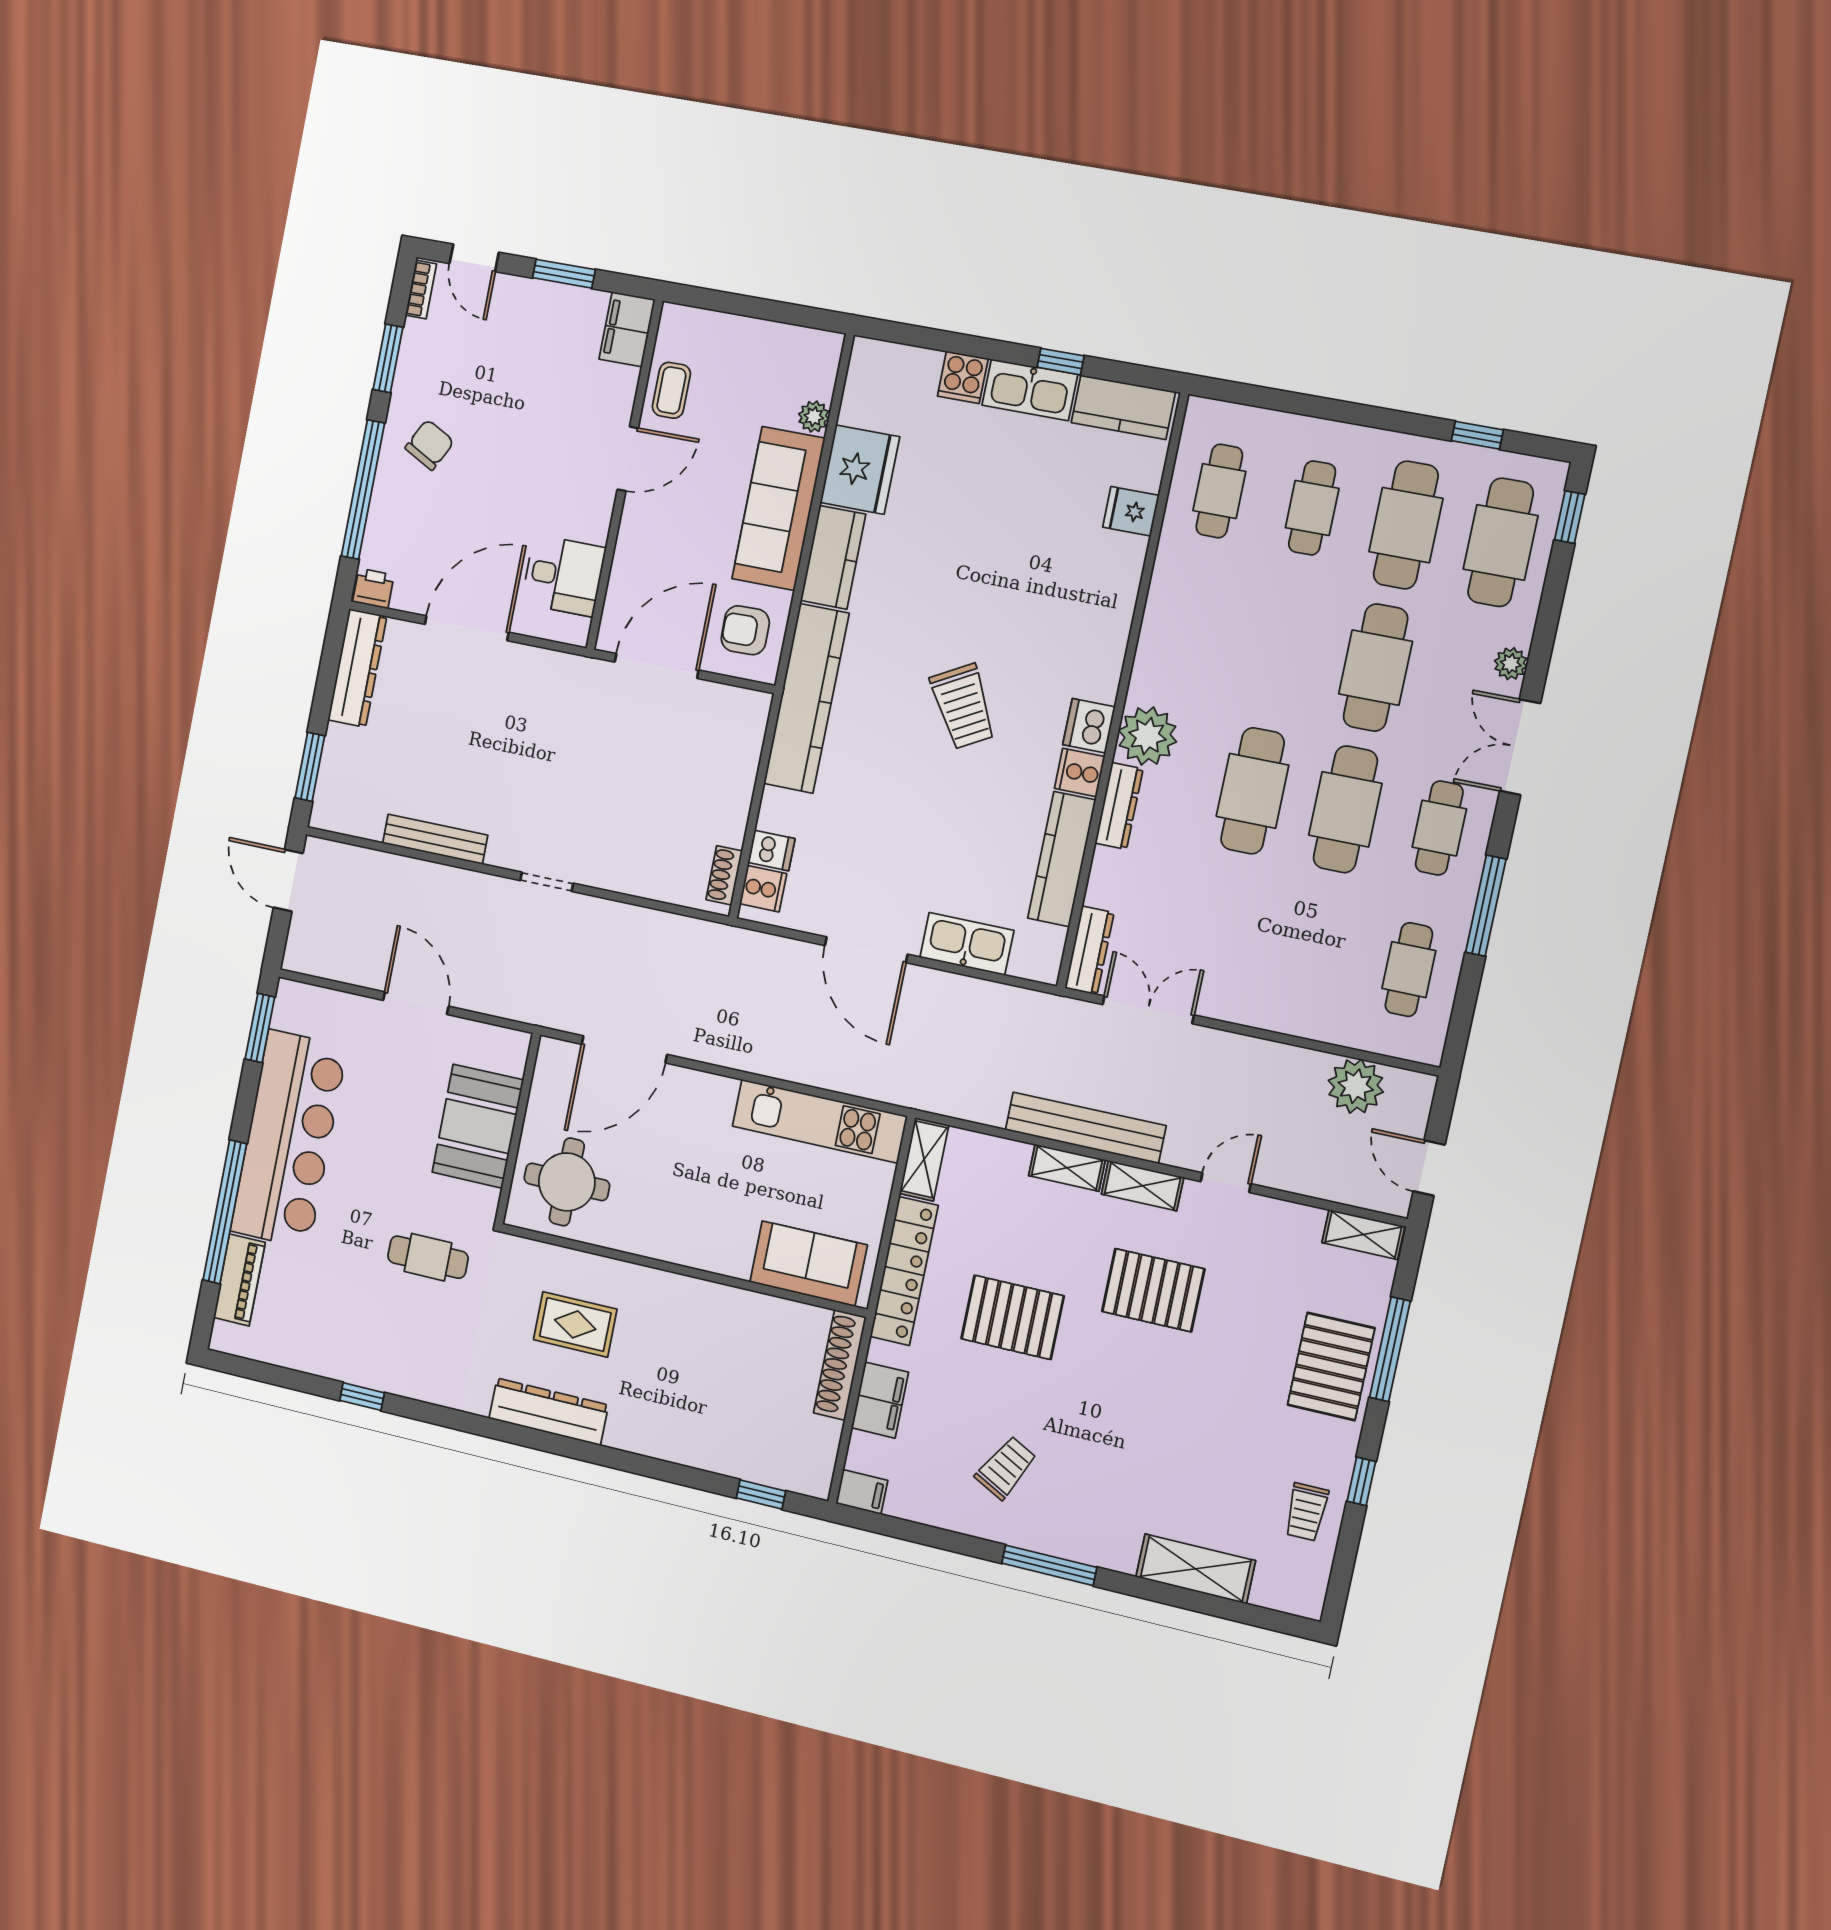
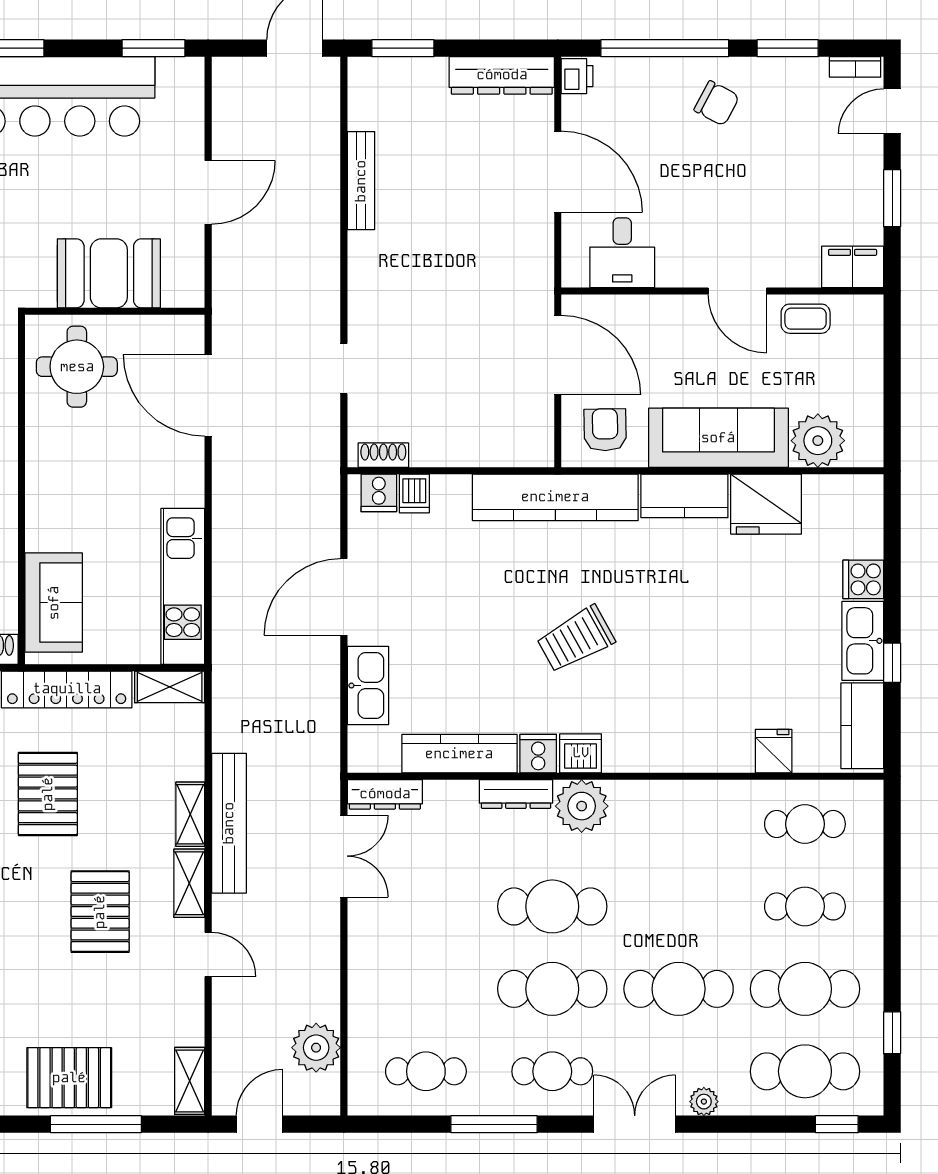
plant: (814, 417) -> (818, 441), width x1.88, depth x1.88
doorway: (547, 882) -> (344, 369), moved

